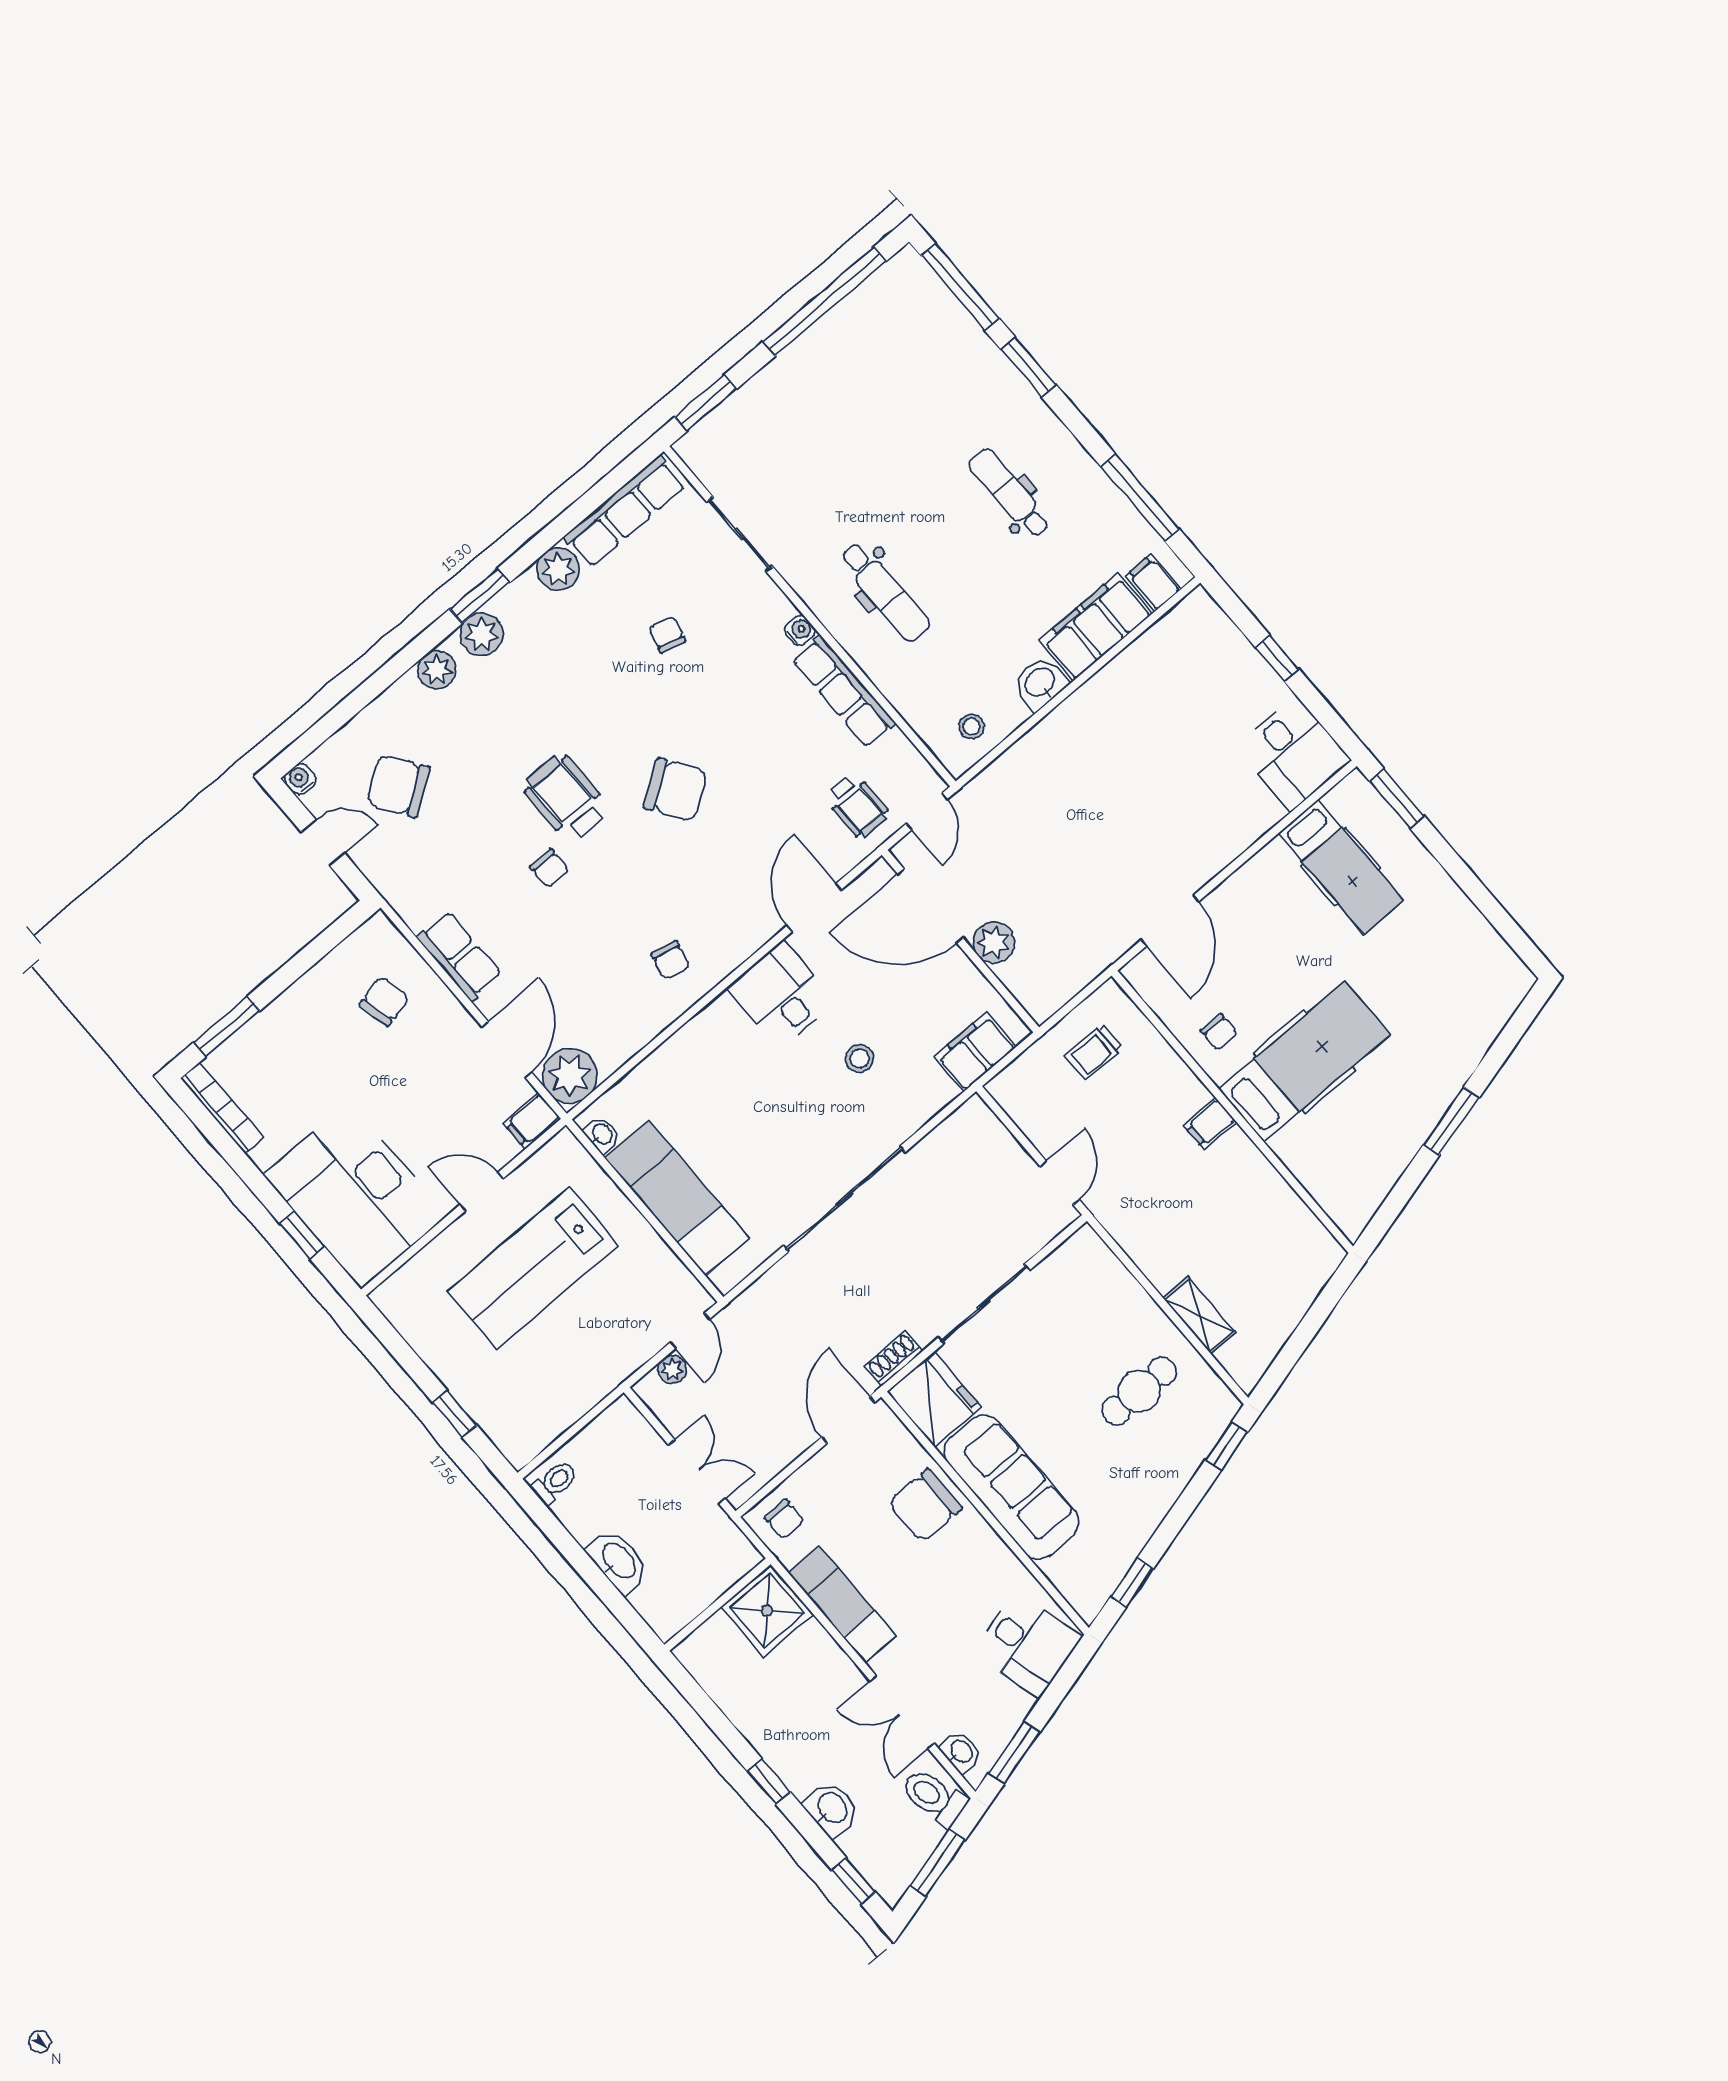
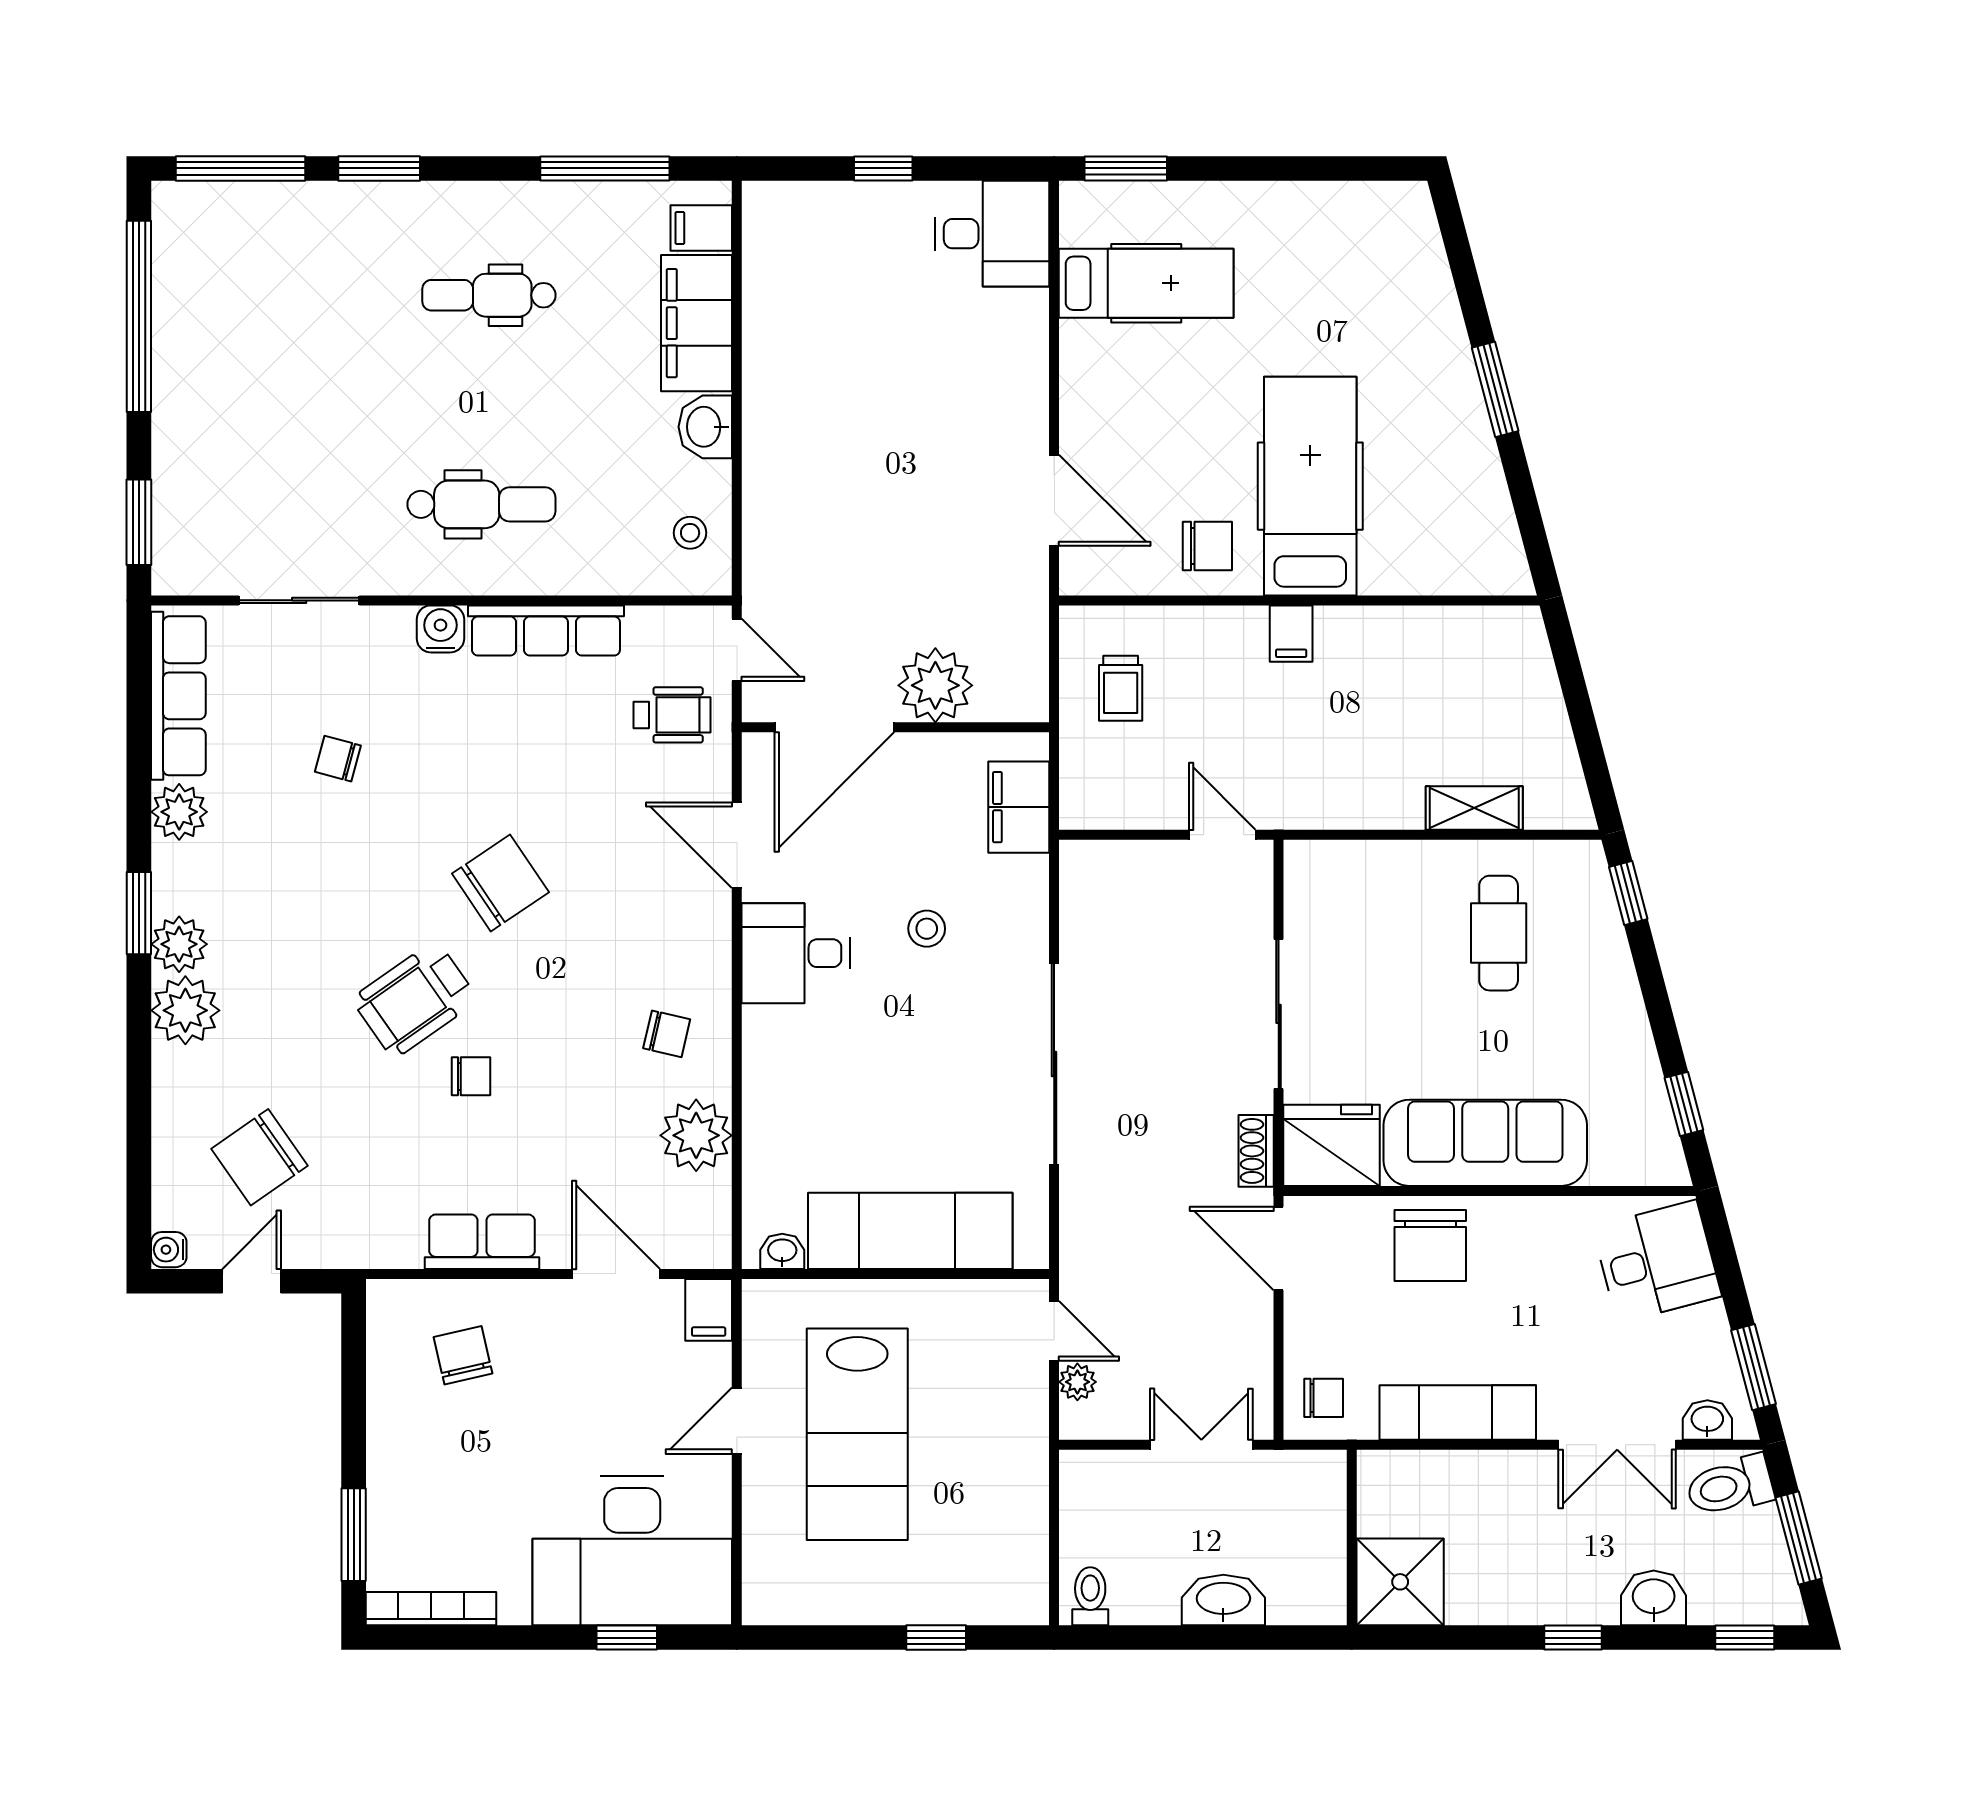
water cooler: (800, 630) -> (440, 629), width x1.38, depth x1.38
plant: (437, 670) -> (185, 1010), width x1.36, depth x1.36
wheelchair: (566, 798) -> (415, 999), turned -35
plant: (994, 943) -> (935, 685), width x1.36, depth x1.36
chair: (1219, 1032) -> (1207, 546), width x1.37, depth x1.37
plant: (570, 1076) -> (696, 1135), moved
shower: (767, 1611) -> (1400, 1582), moved

